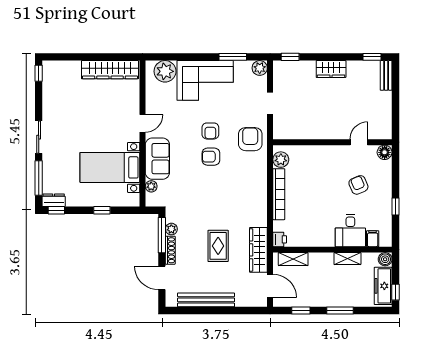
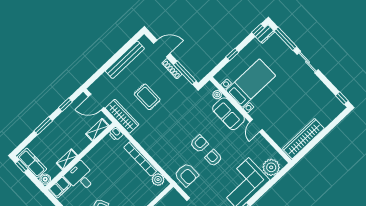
plant: (171, 229) -> (183, 81), removed
filing cabinet: (373, 239) -> (60, 187), width x2.00

